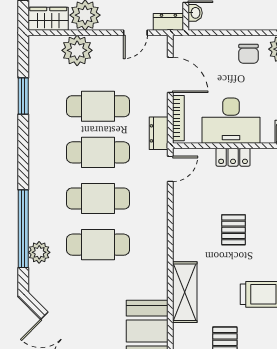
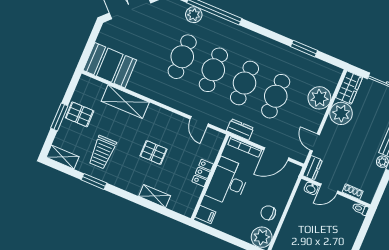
door: (170, 169) -> (199, 121), moved

